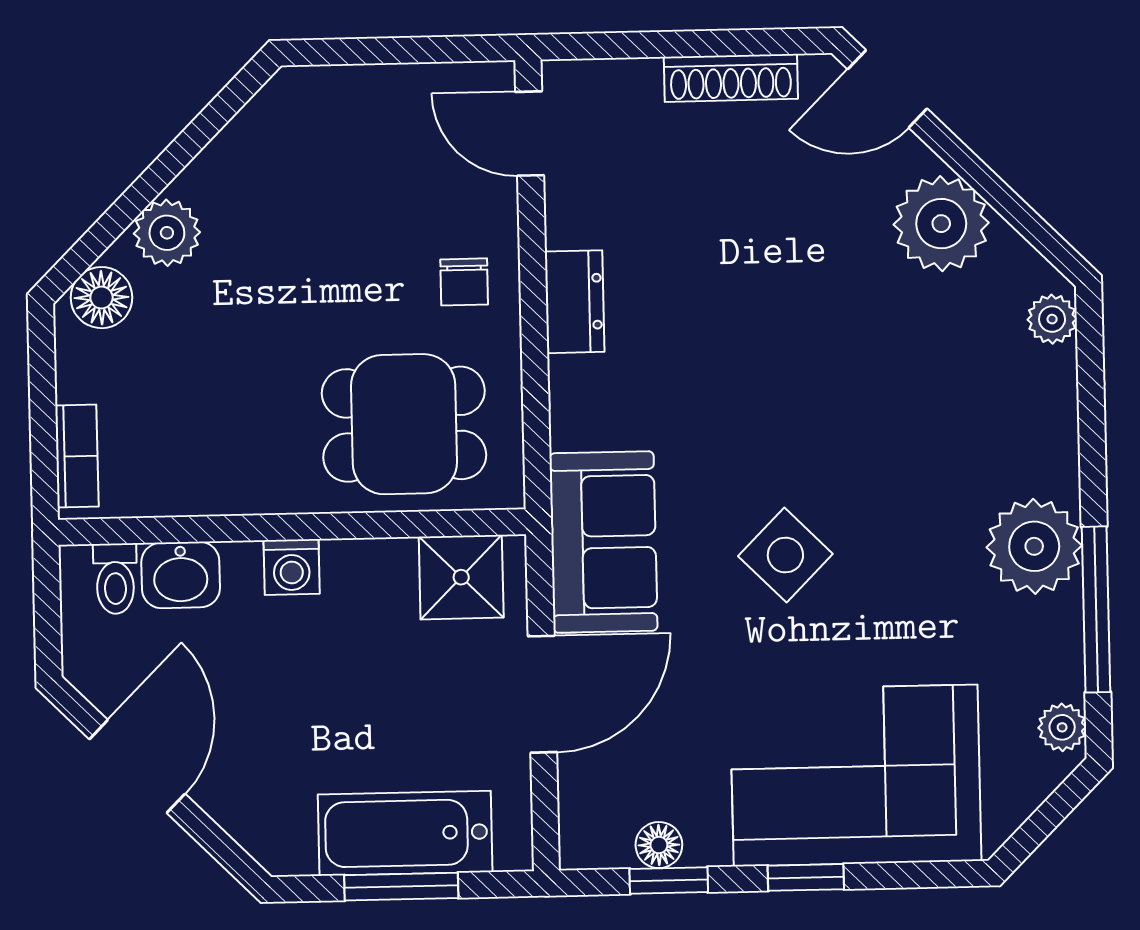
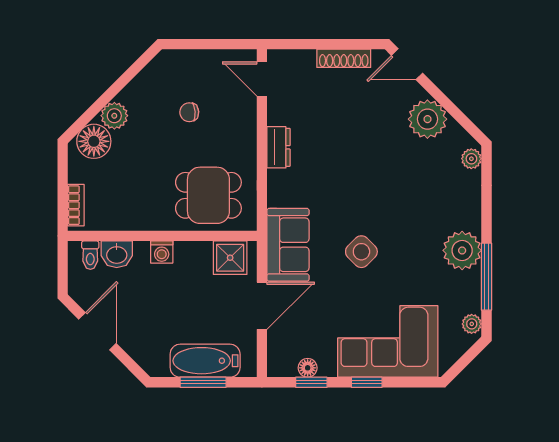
chair: (464, 282) -> (189, 112), moved, turned 85
floor lamp: (101, 298) -> (94, 141), width x1.38, depth x1.38

